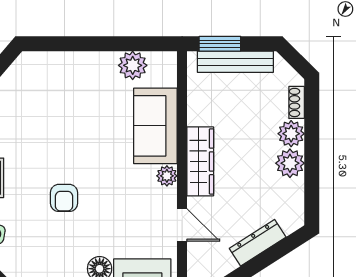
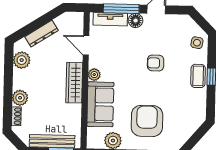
armchair: (76, 100) -> (147, 121), added
plant: (290, 163) -> (22, 60), moved
armchair: (64, 198) -> (156, 63), turned -90

